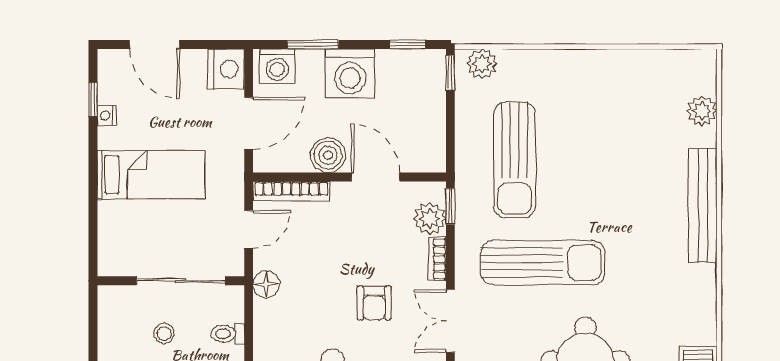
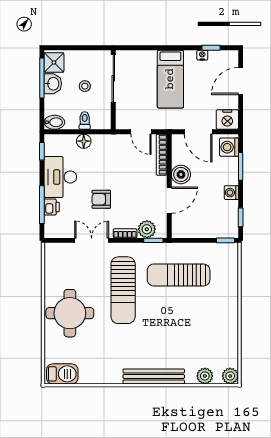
plant: (482, 64) -> (230, 376), moved
washing machine: (350, 73) -> (231, 193), width x0.53, depth x0.53
sliding door: (181, 281) -> (113, 78), moved
floor lamp: (266, 284) -> (84, 141), moved

